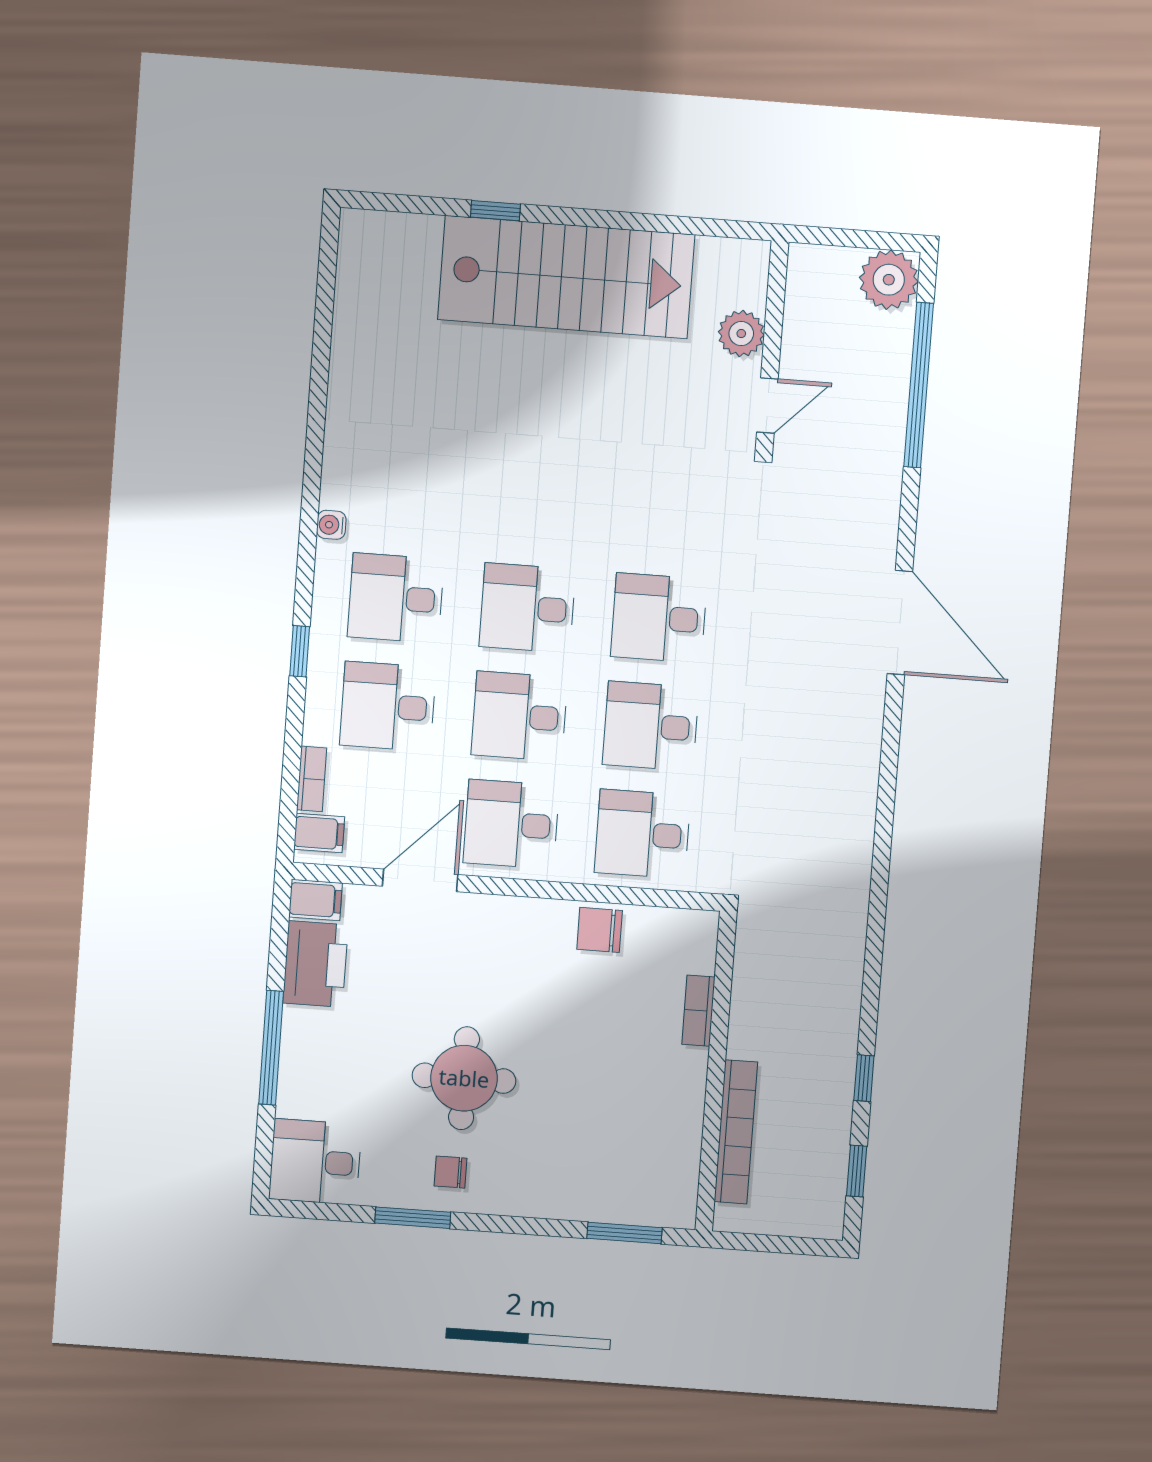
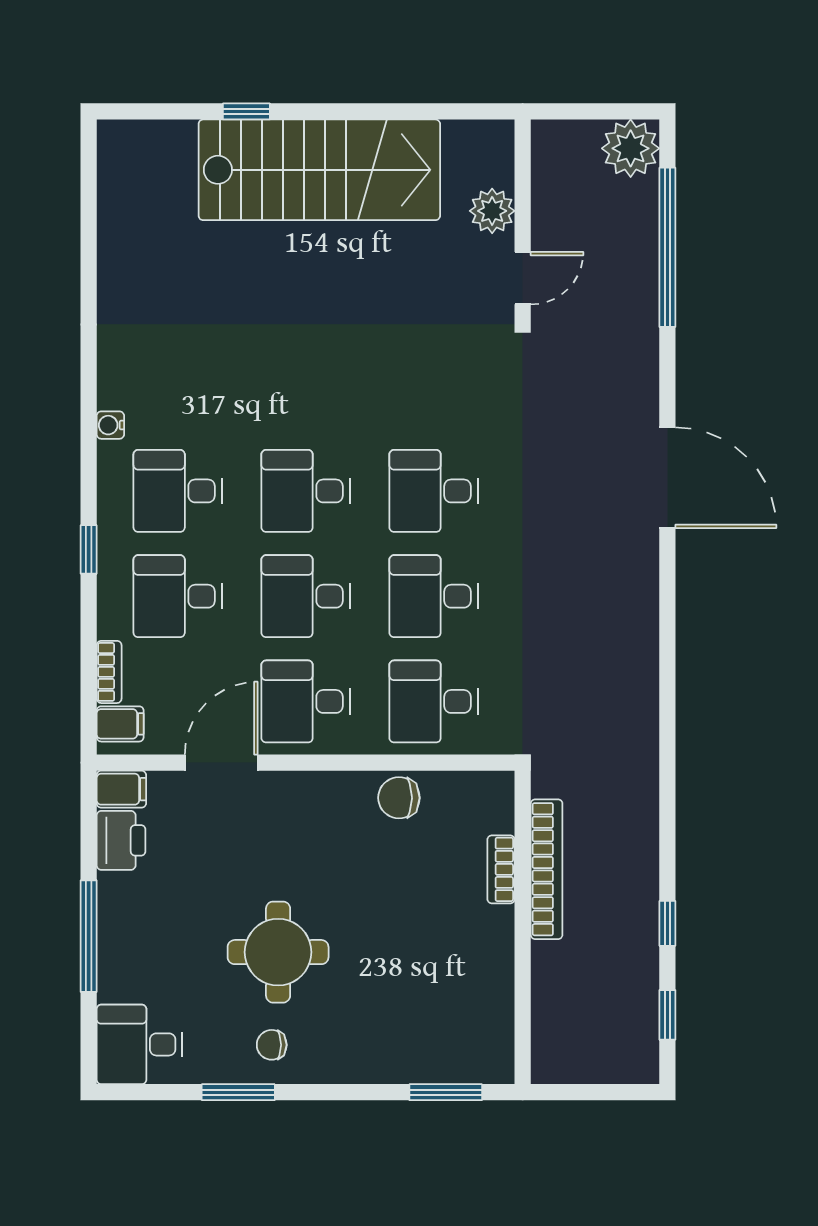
printer: (315, 964) -> (121, 840), width x0.73, depth x0.84
bookcase: (736, 1132) -> (547, 869), moved

